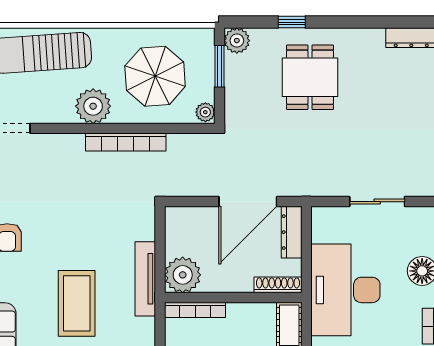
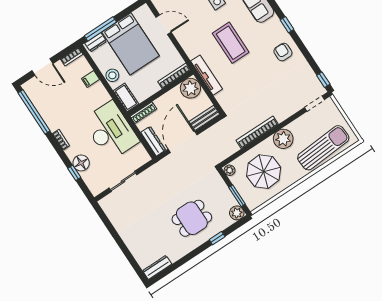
dining table: (310, 77) -> (192, 218), turned 90
bench: (191, 216) -> (204, 118), added

